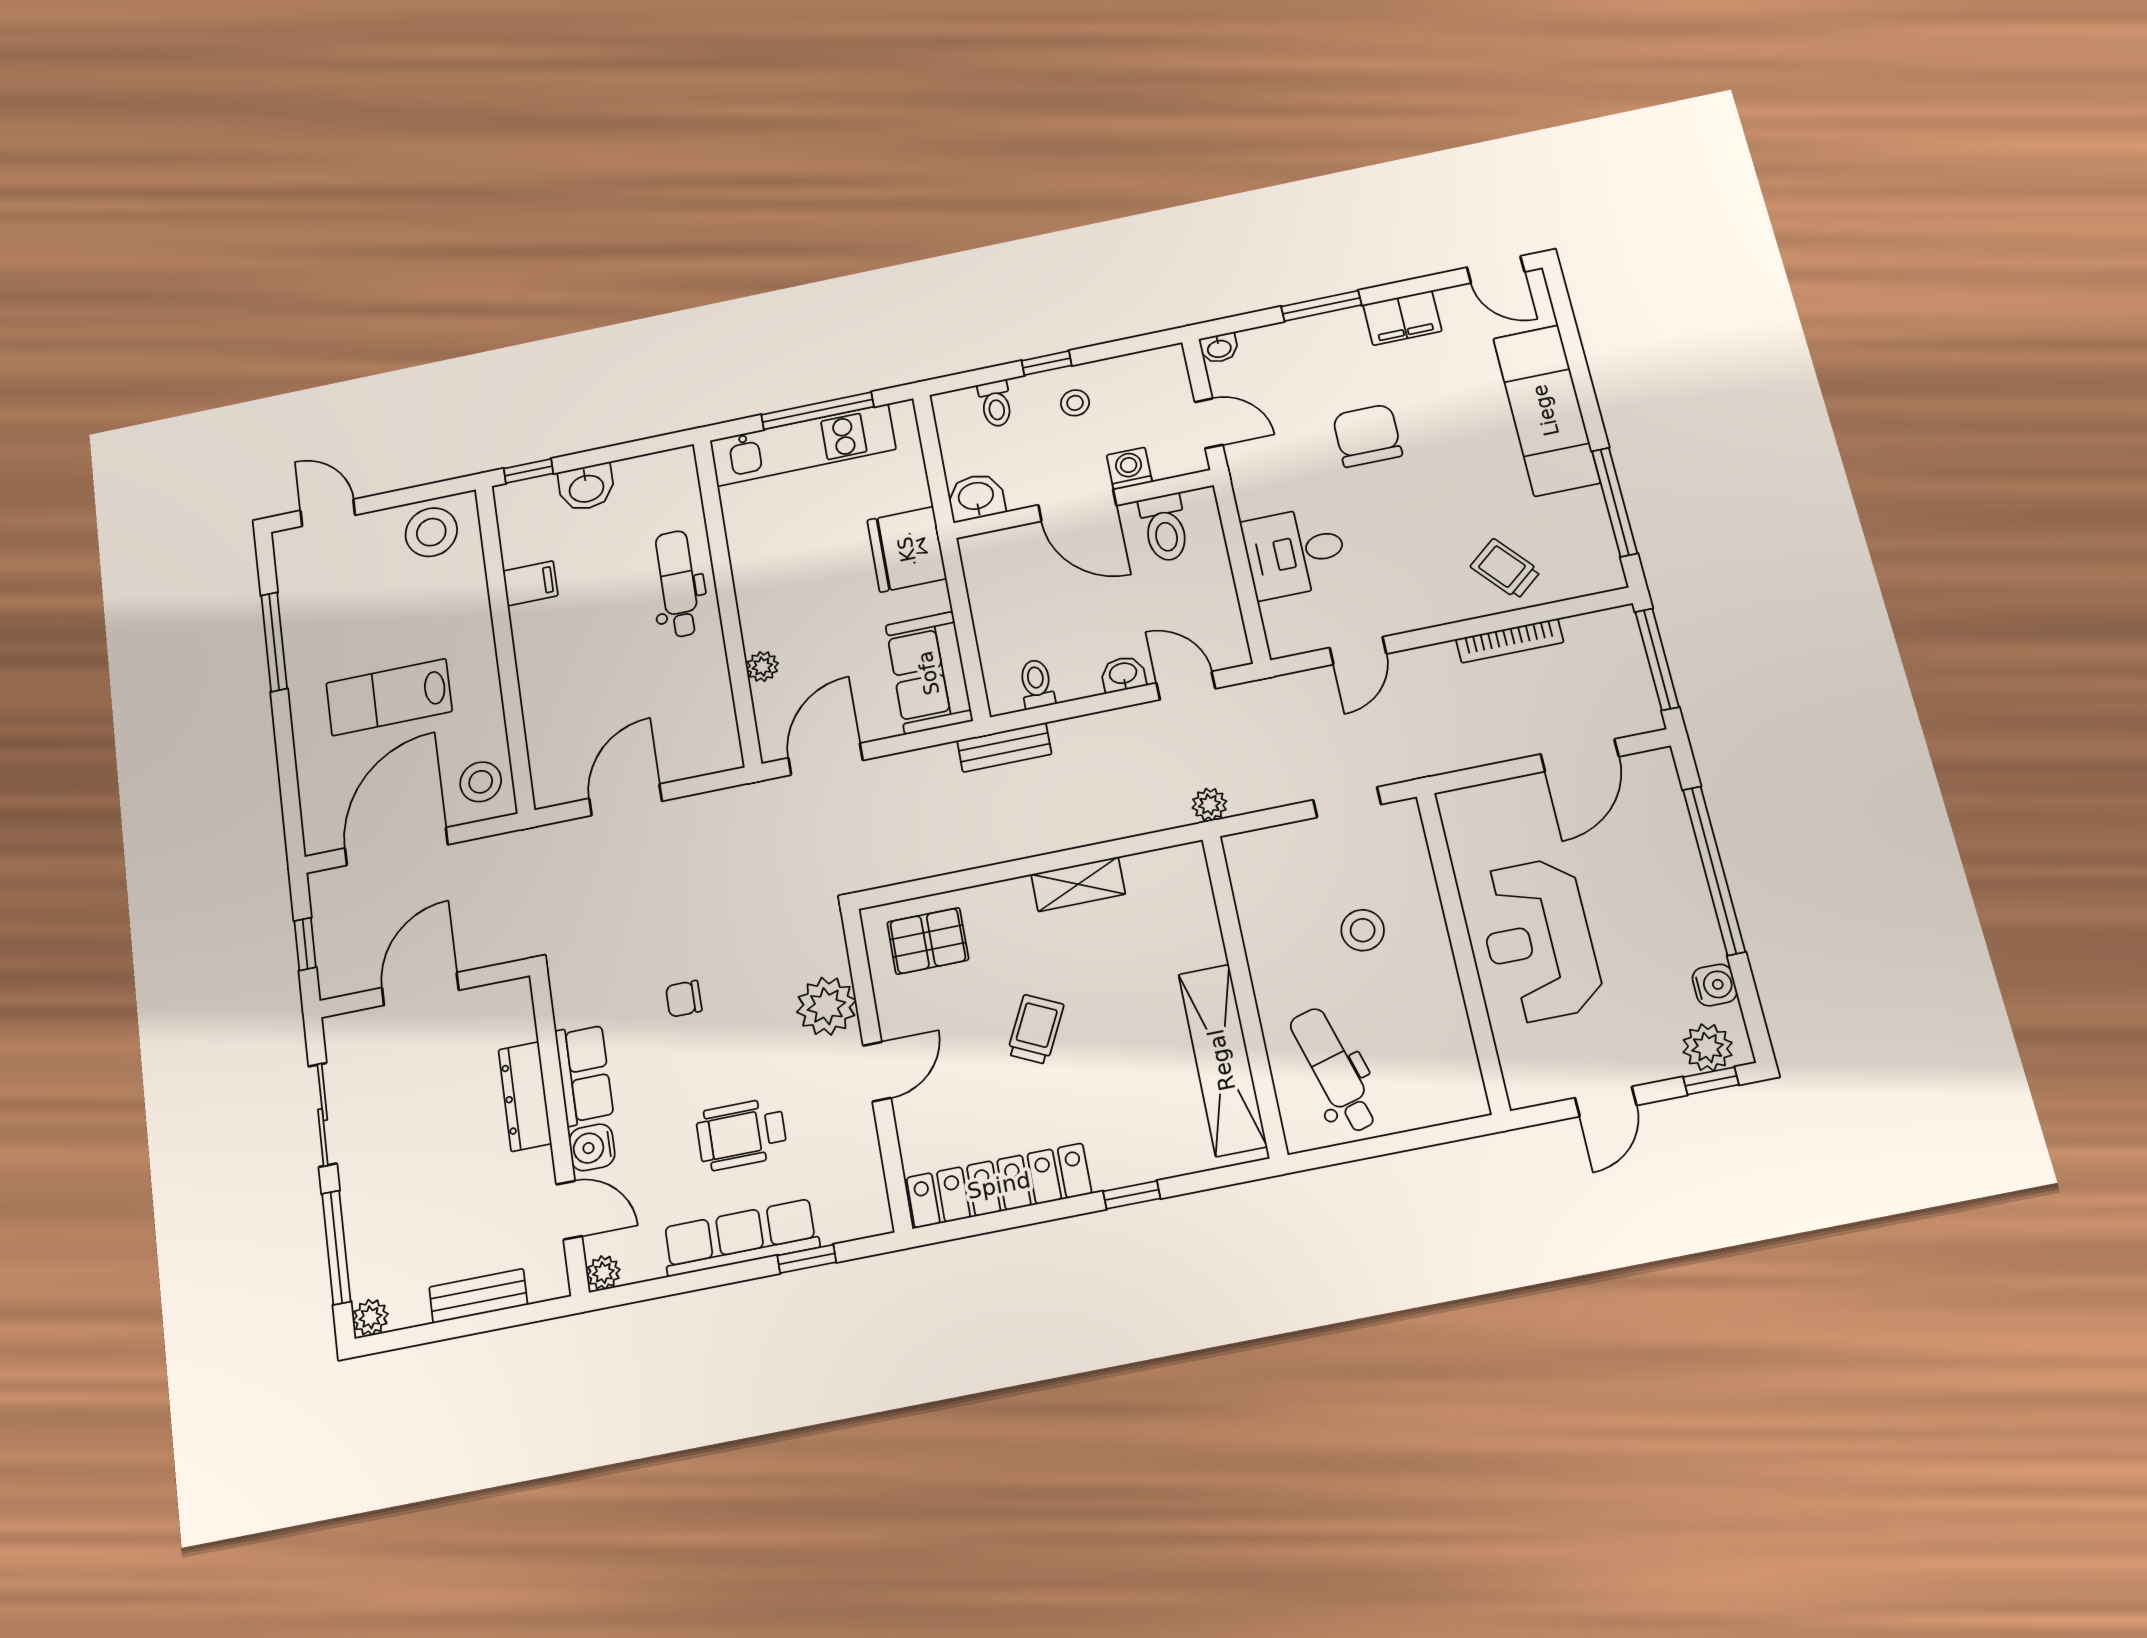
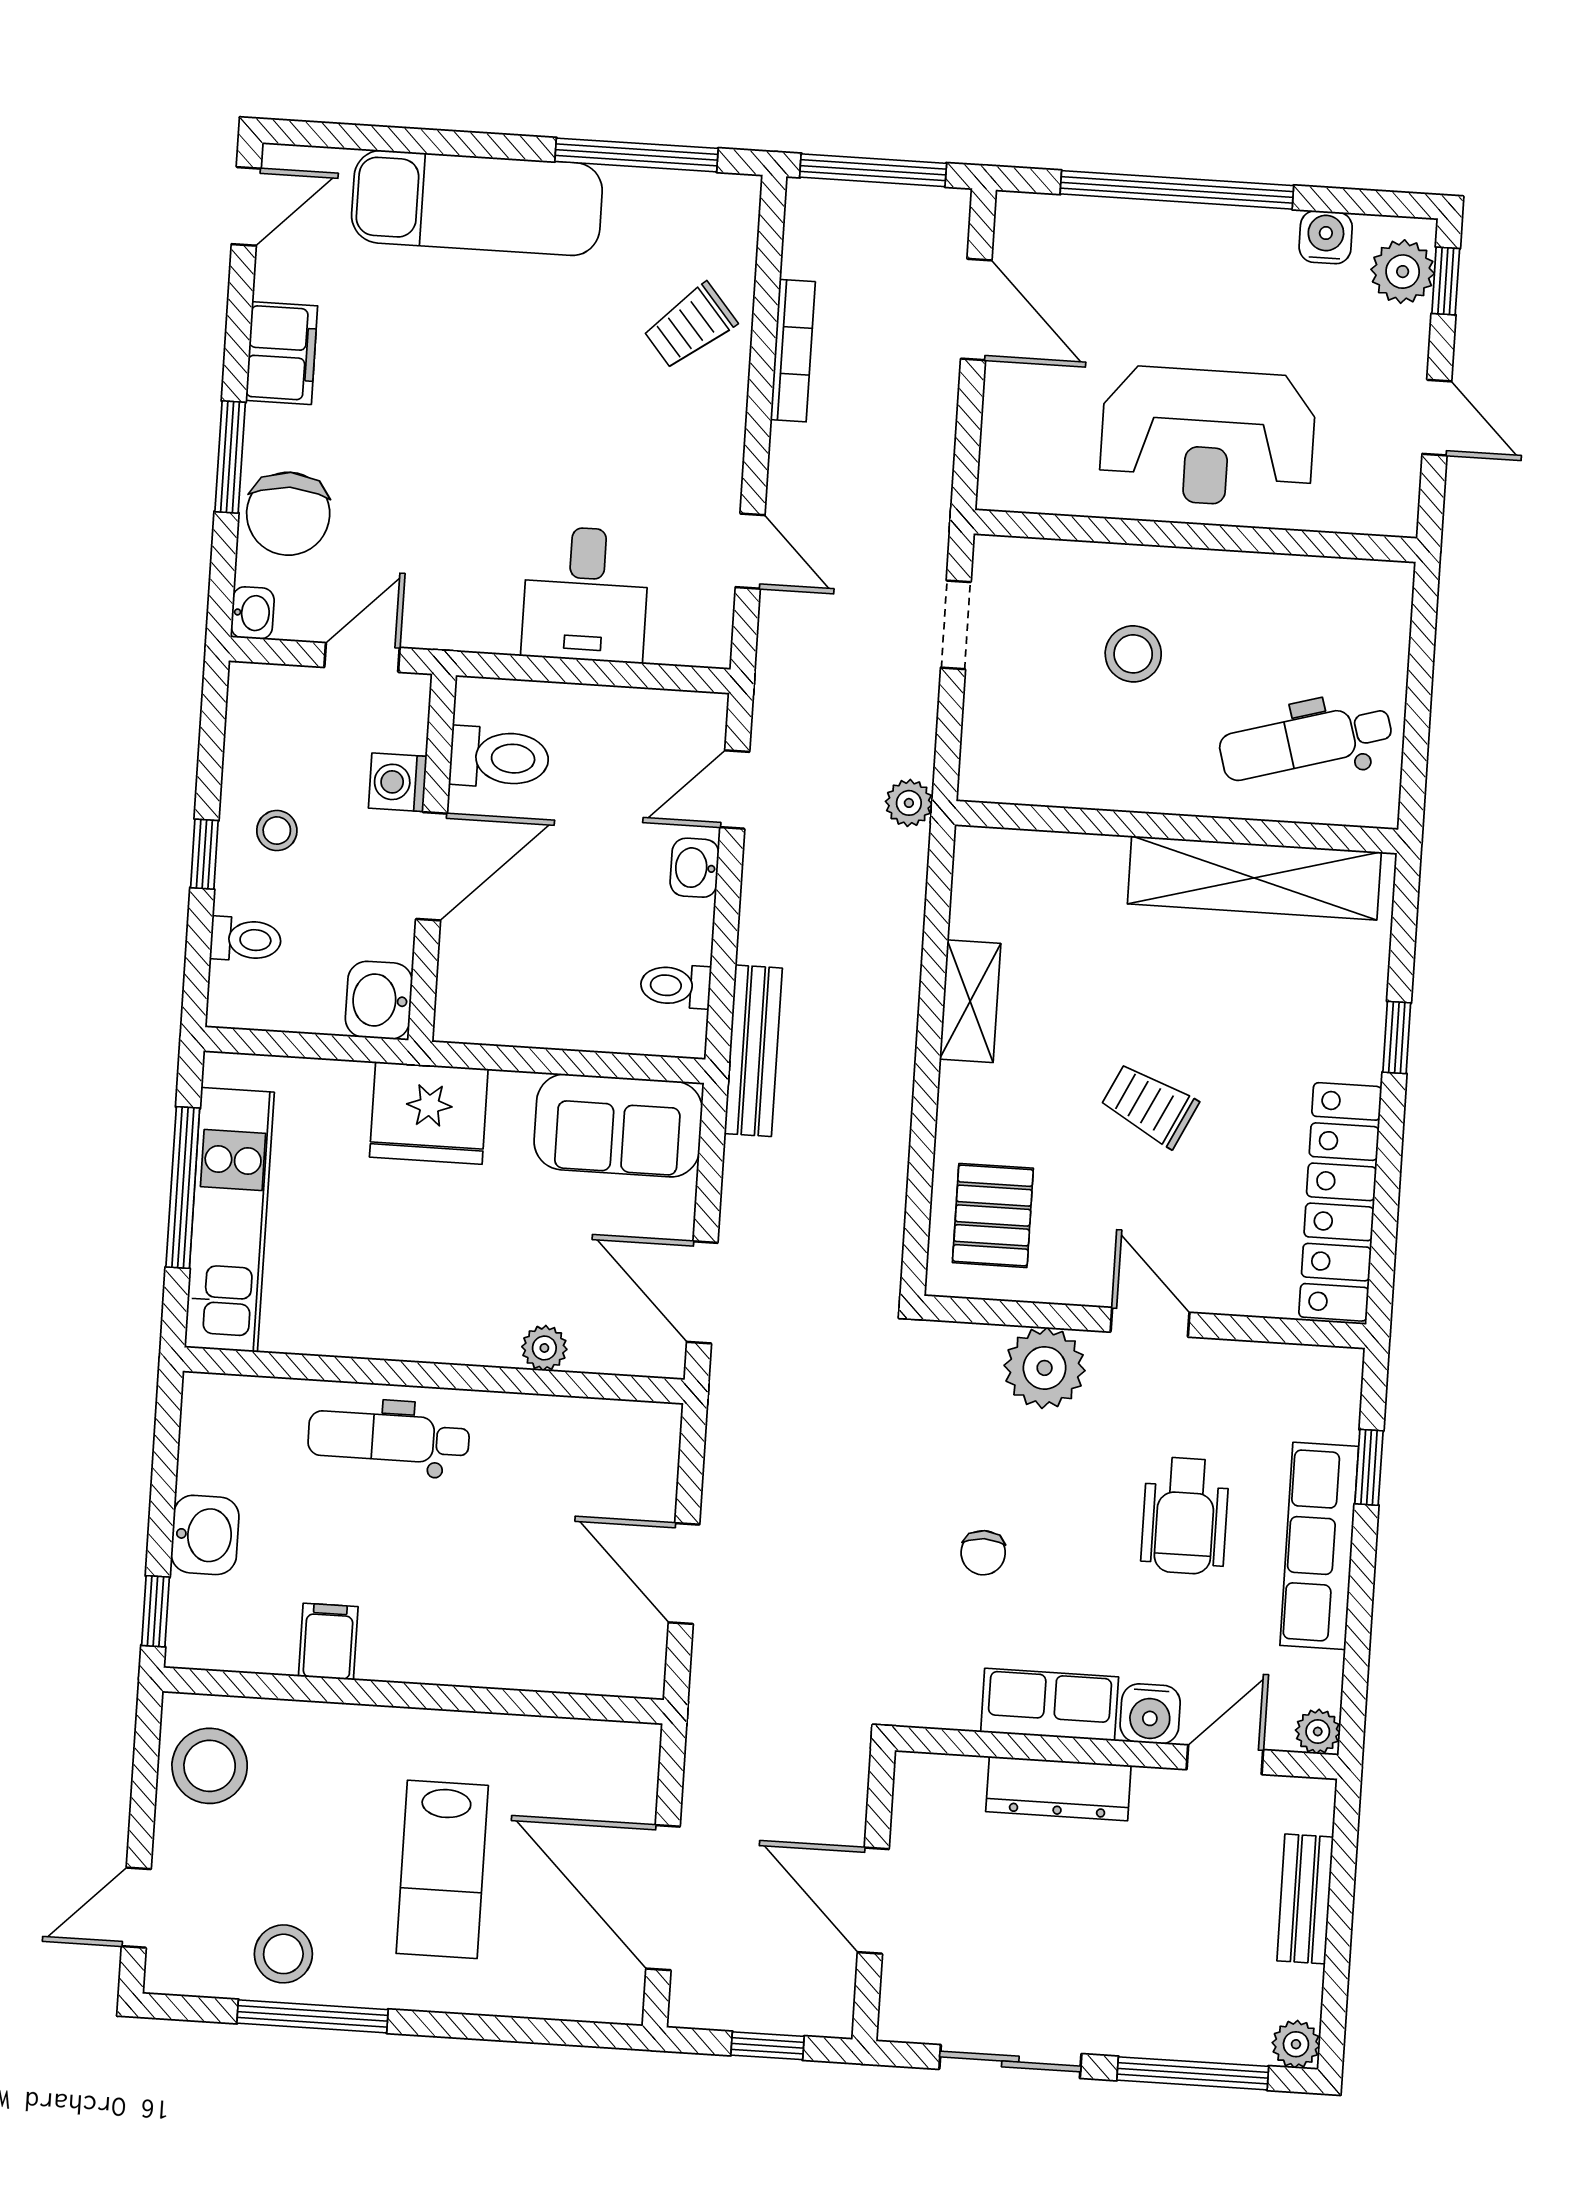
chair: (1367, 436) -> (288, 514), moved, turned -90
bench: (1004, 747) -> (753, 1051), width x1.36
stool: (481, 782) -> (283, 1954), moved

